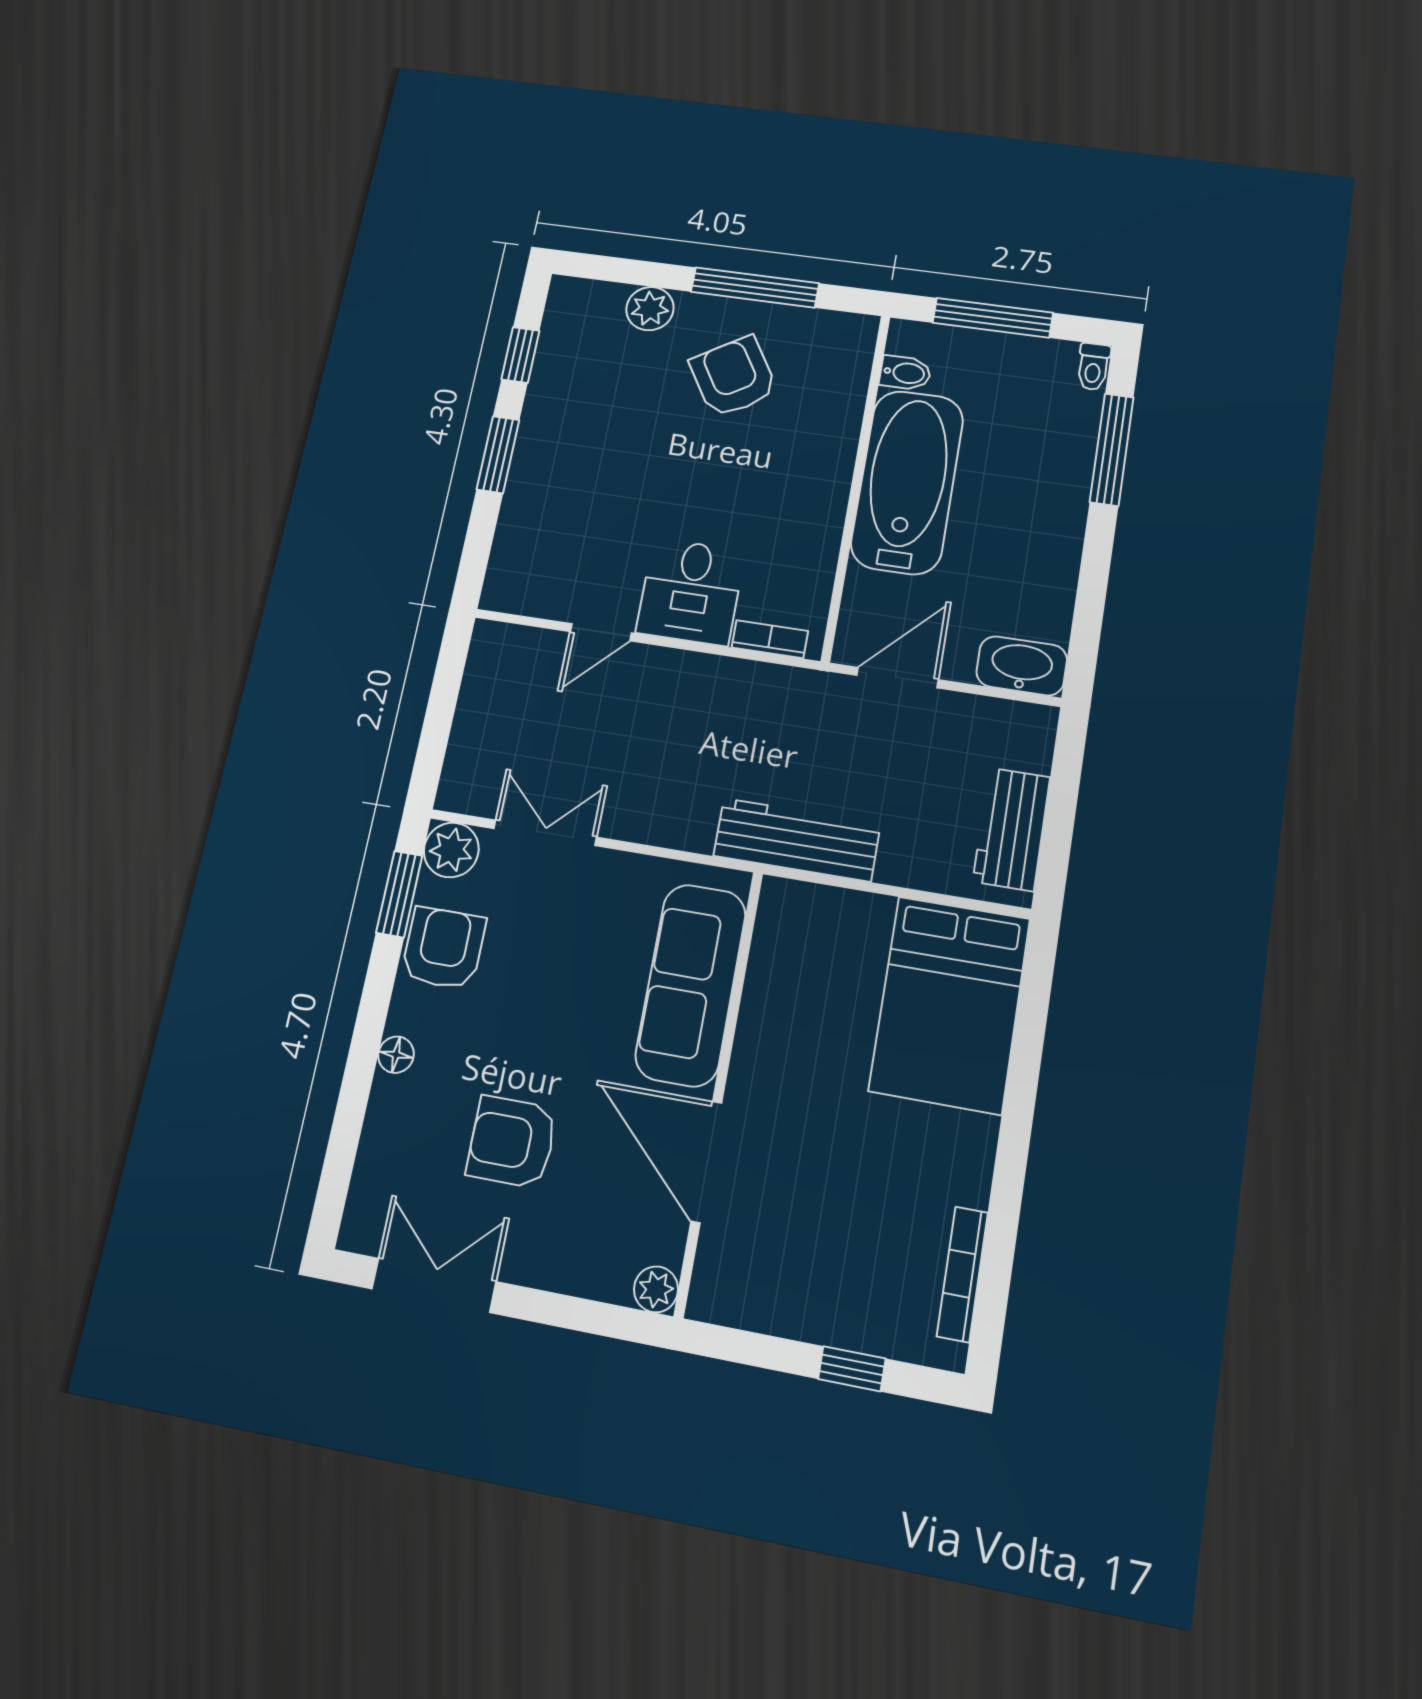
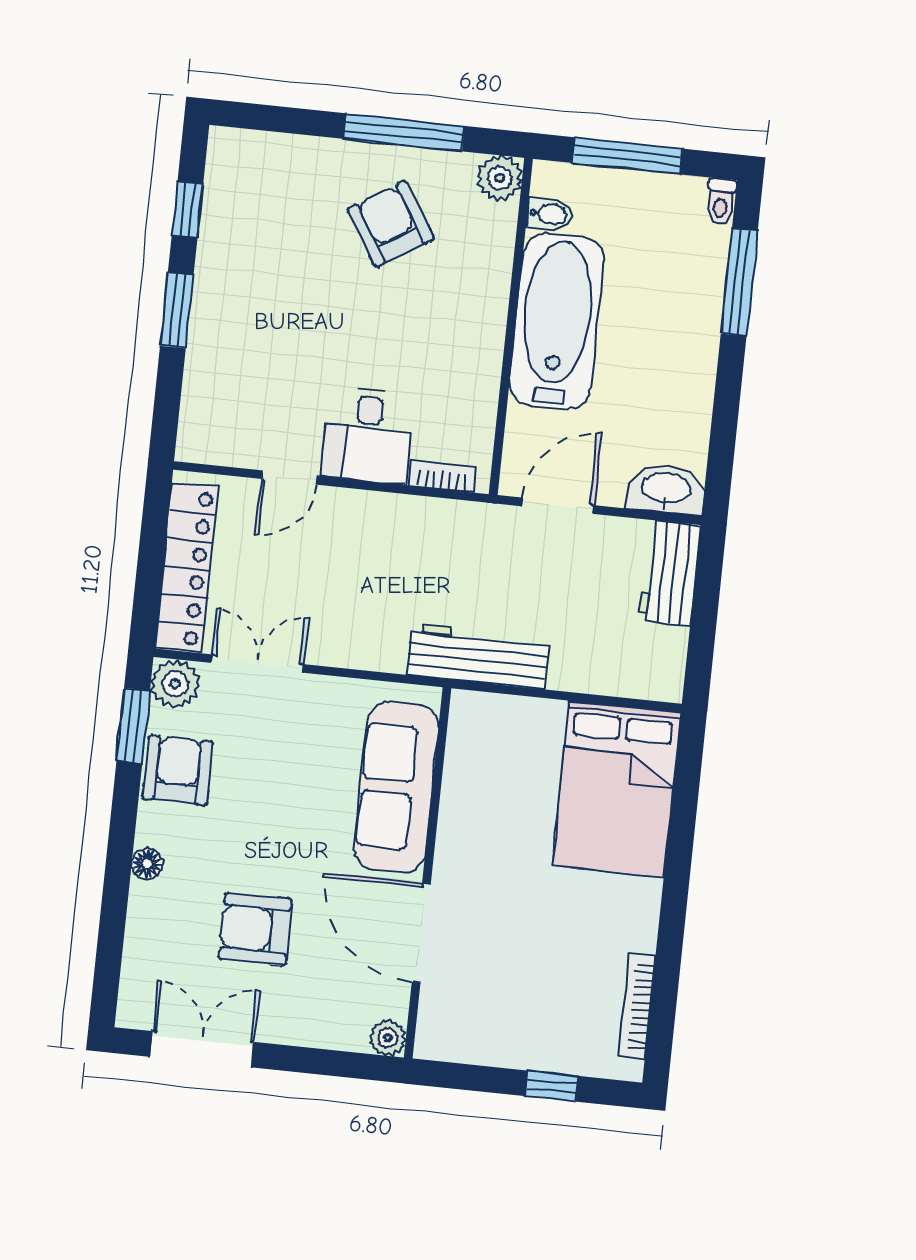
plant: (650, 309) -> (500, 178), moved
locker: (478, 723) -> (186, 568), added
workbench: (1012, 829) -> (669, 573), moved

